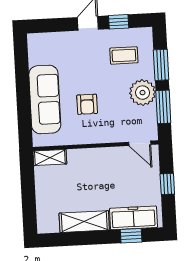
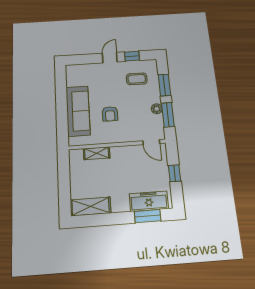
plant: (143, 93) -> (157, 109), width x0.53, depth x0.53
shelving: (50, 158) -> (97, 153), moved
shelving: (84, 222) -> (90, 206), moved
window: (131, 236) -> (148, 216), width x1.50

